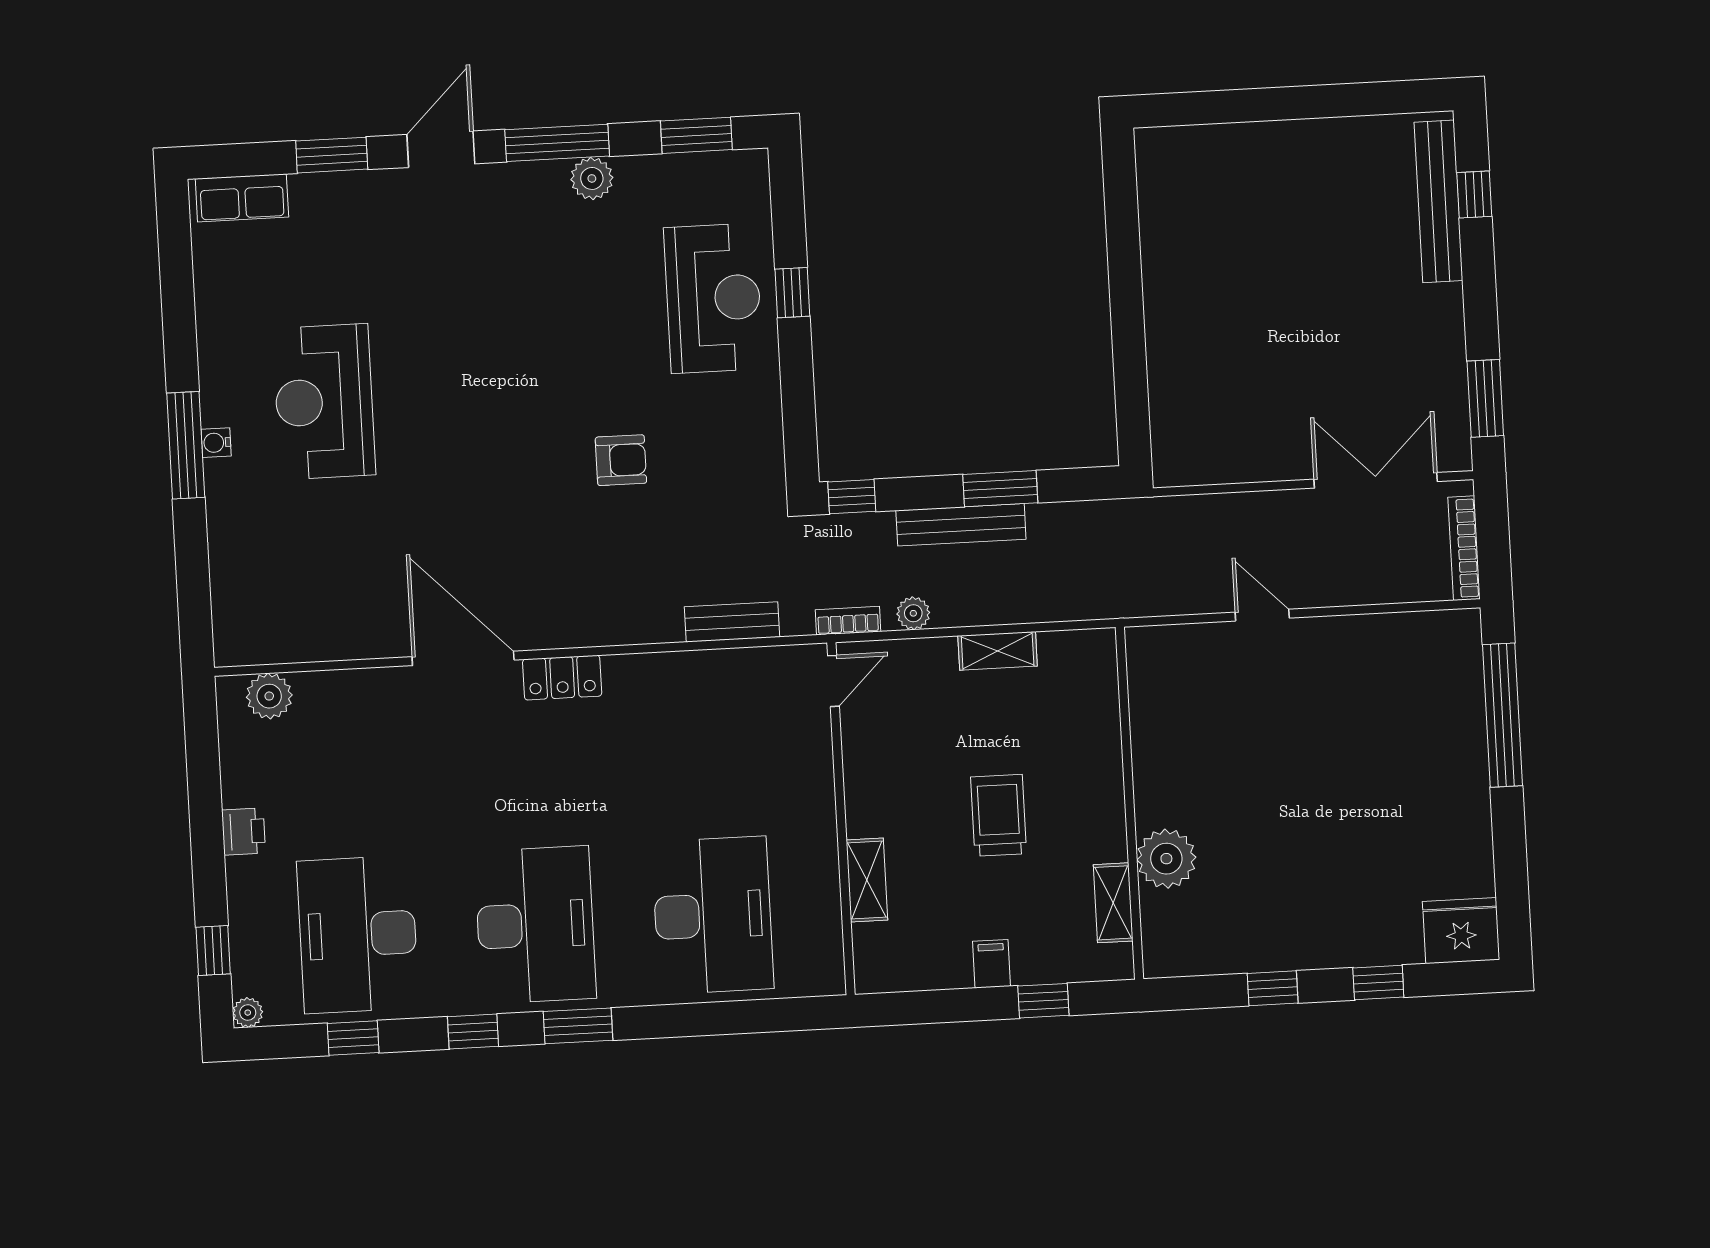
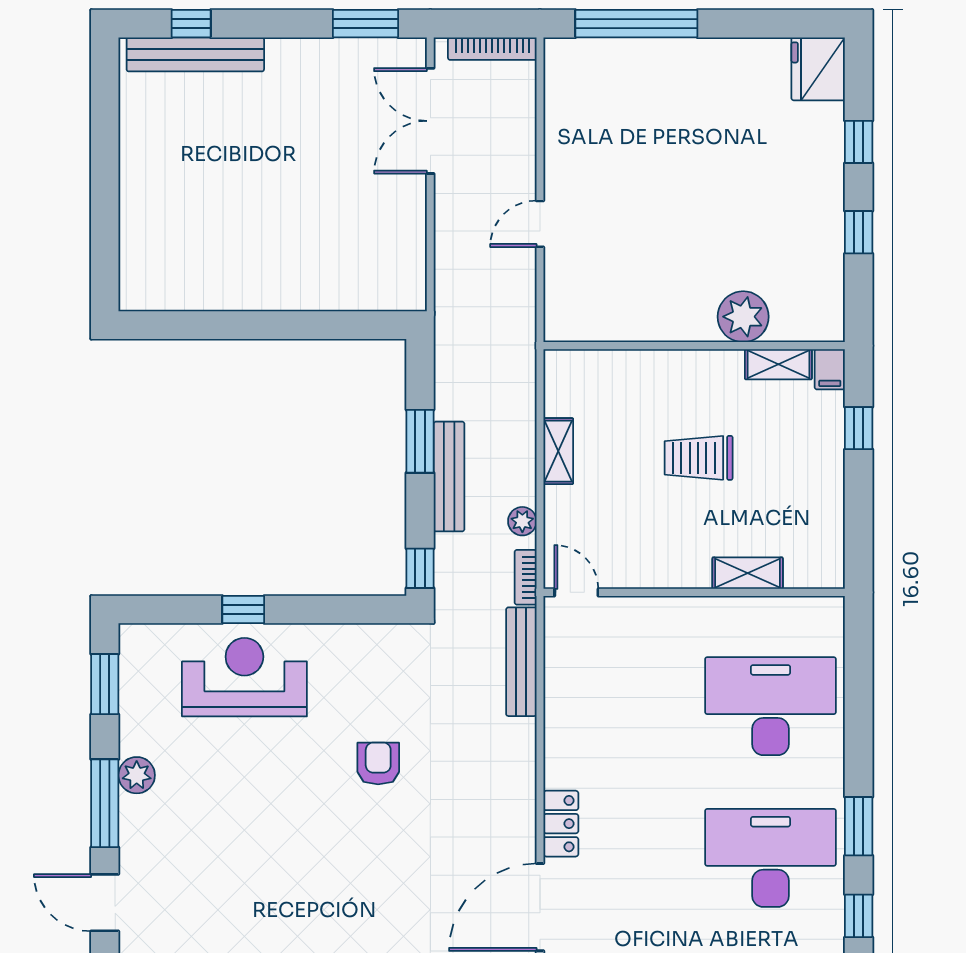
bench: (732, 622) -> (521, 662), width x1.36
filing cabinet: (991, 964) -> (830, 369), moved, turned -90

